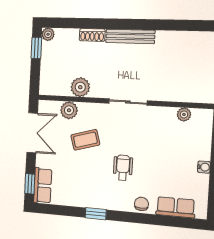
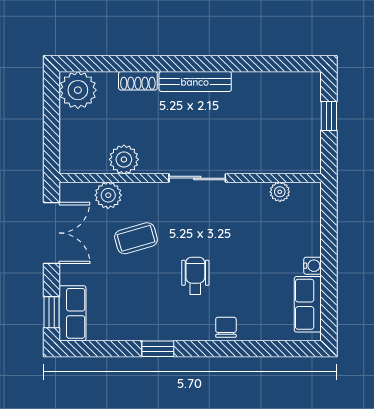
plant: (48, 34) -> (78, 90), width x1.87, depth x1.87
window: (36, 48) -> (52, 103), removed
row of seats: (176, 207) -> (308, 304), moved, turned -90

